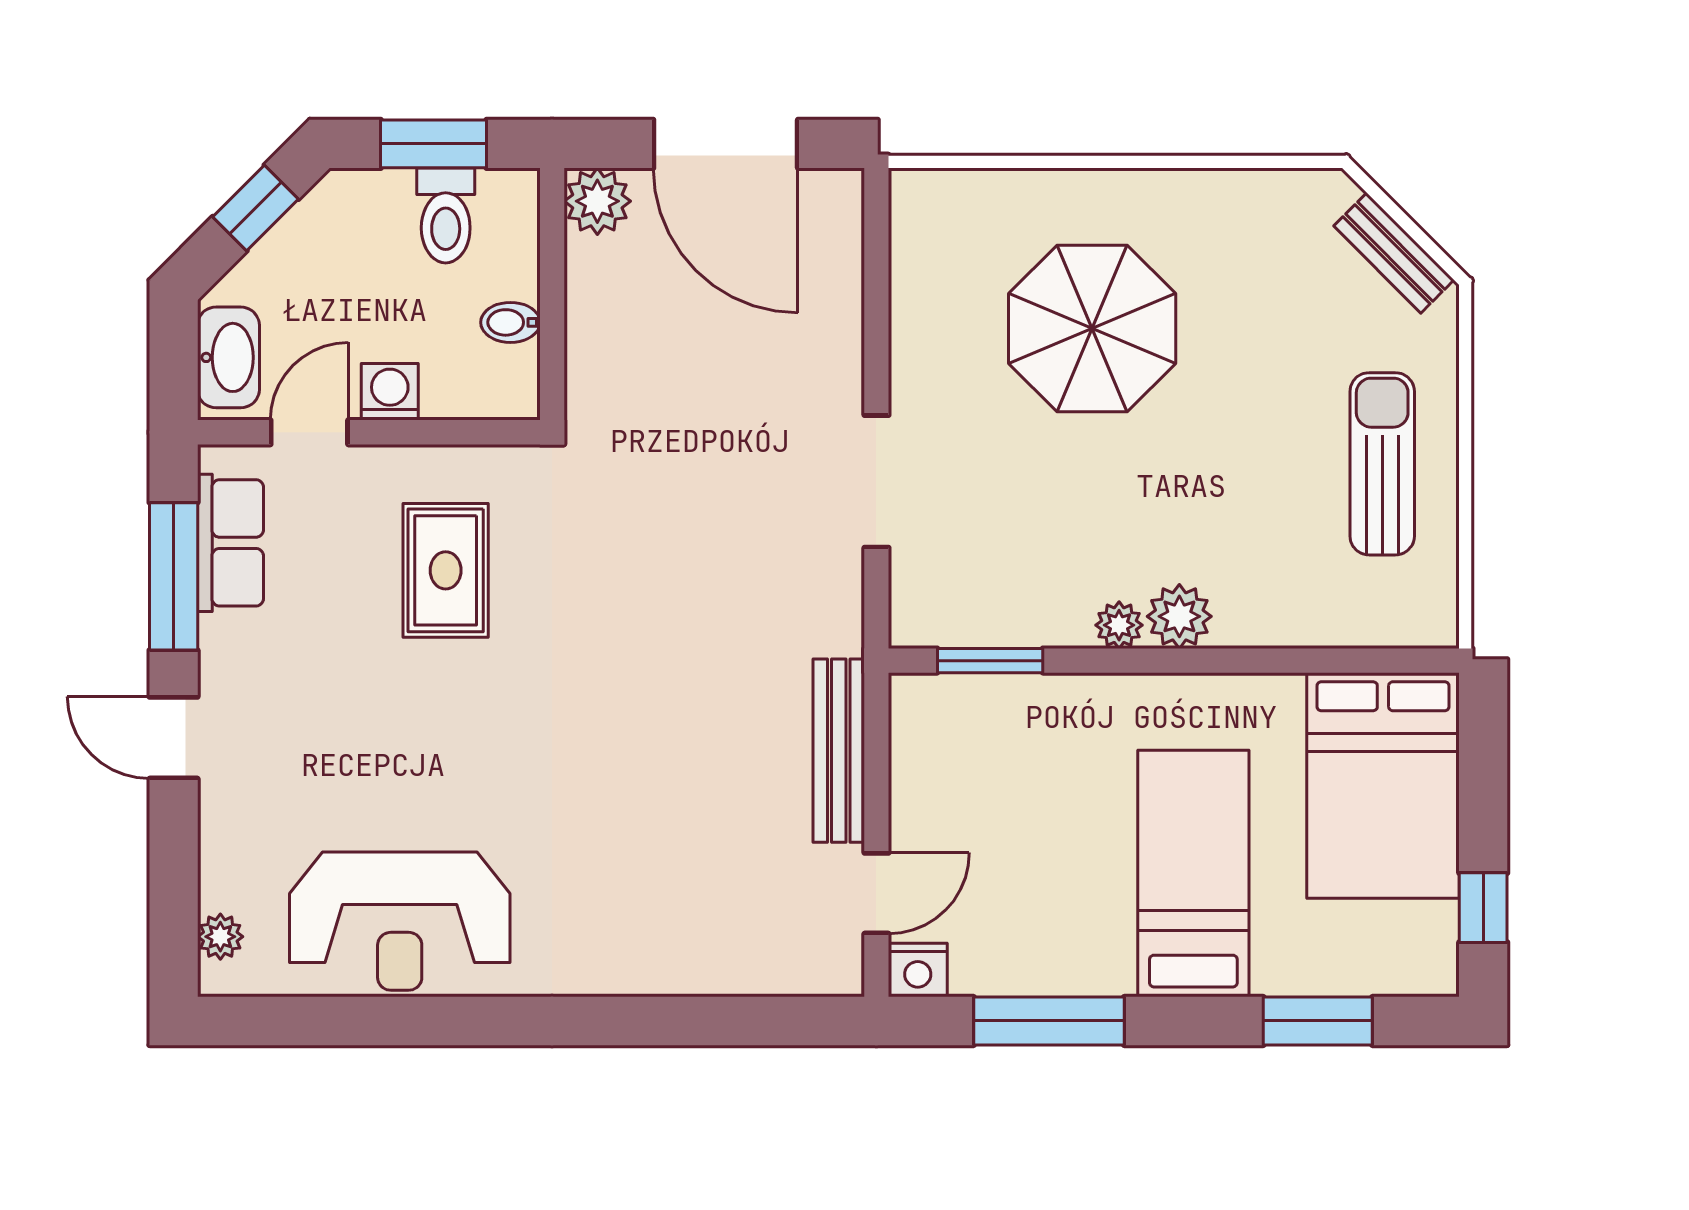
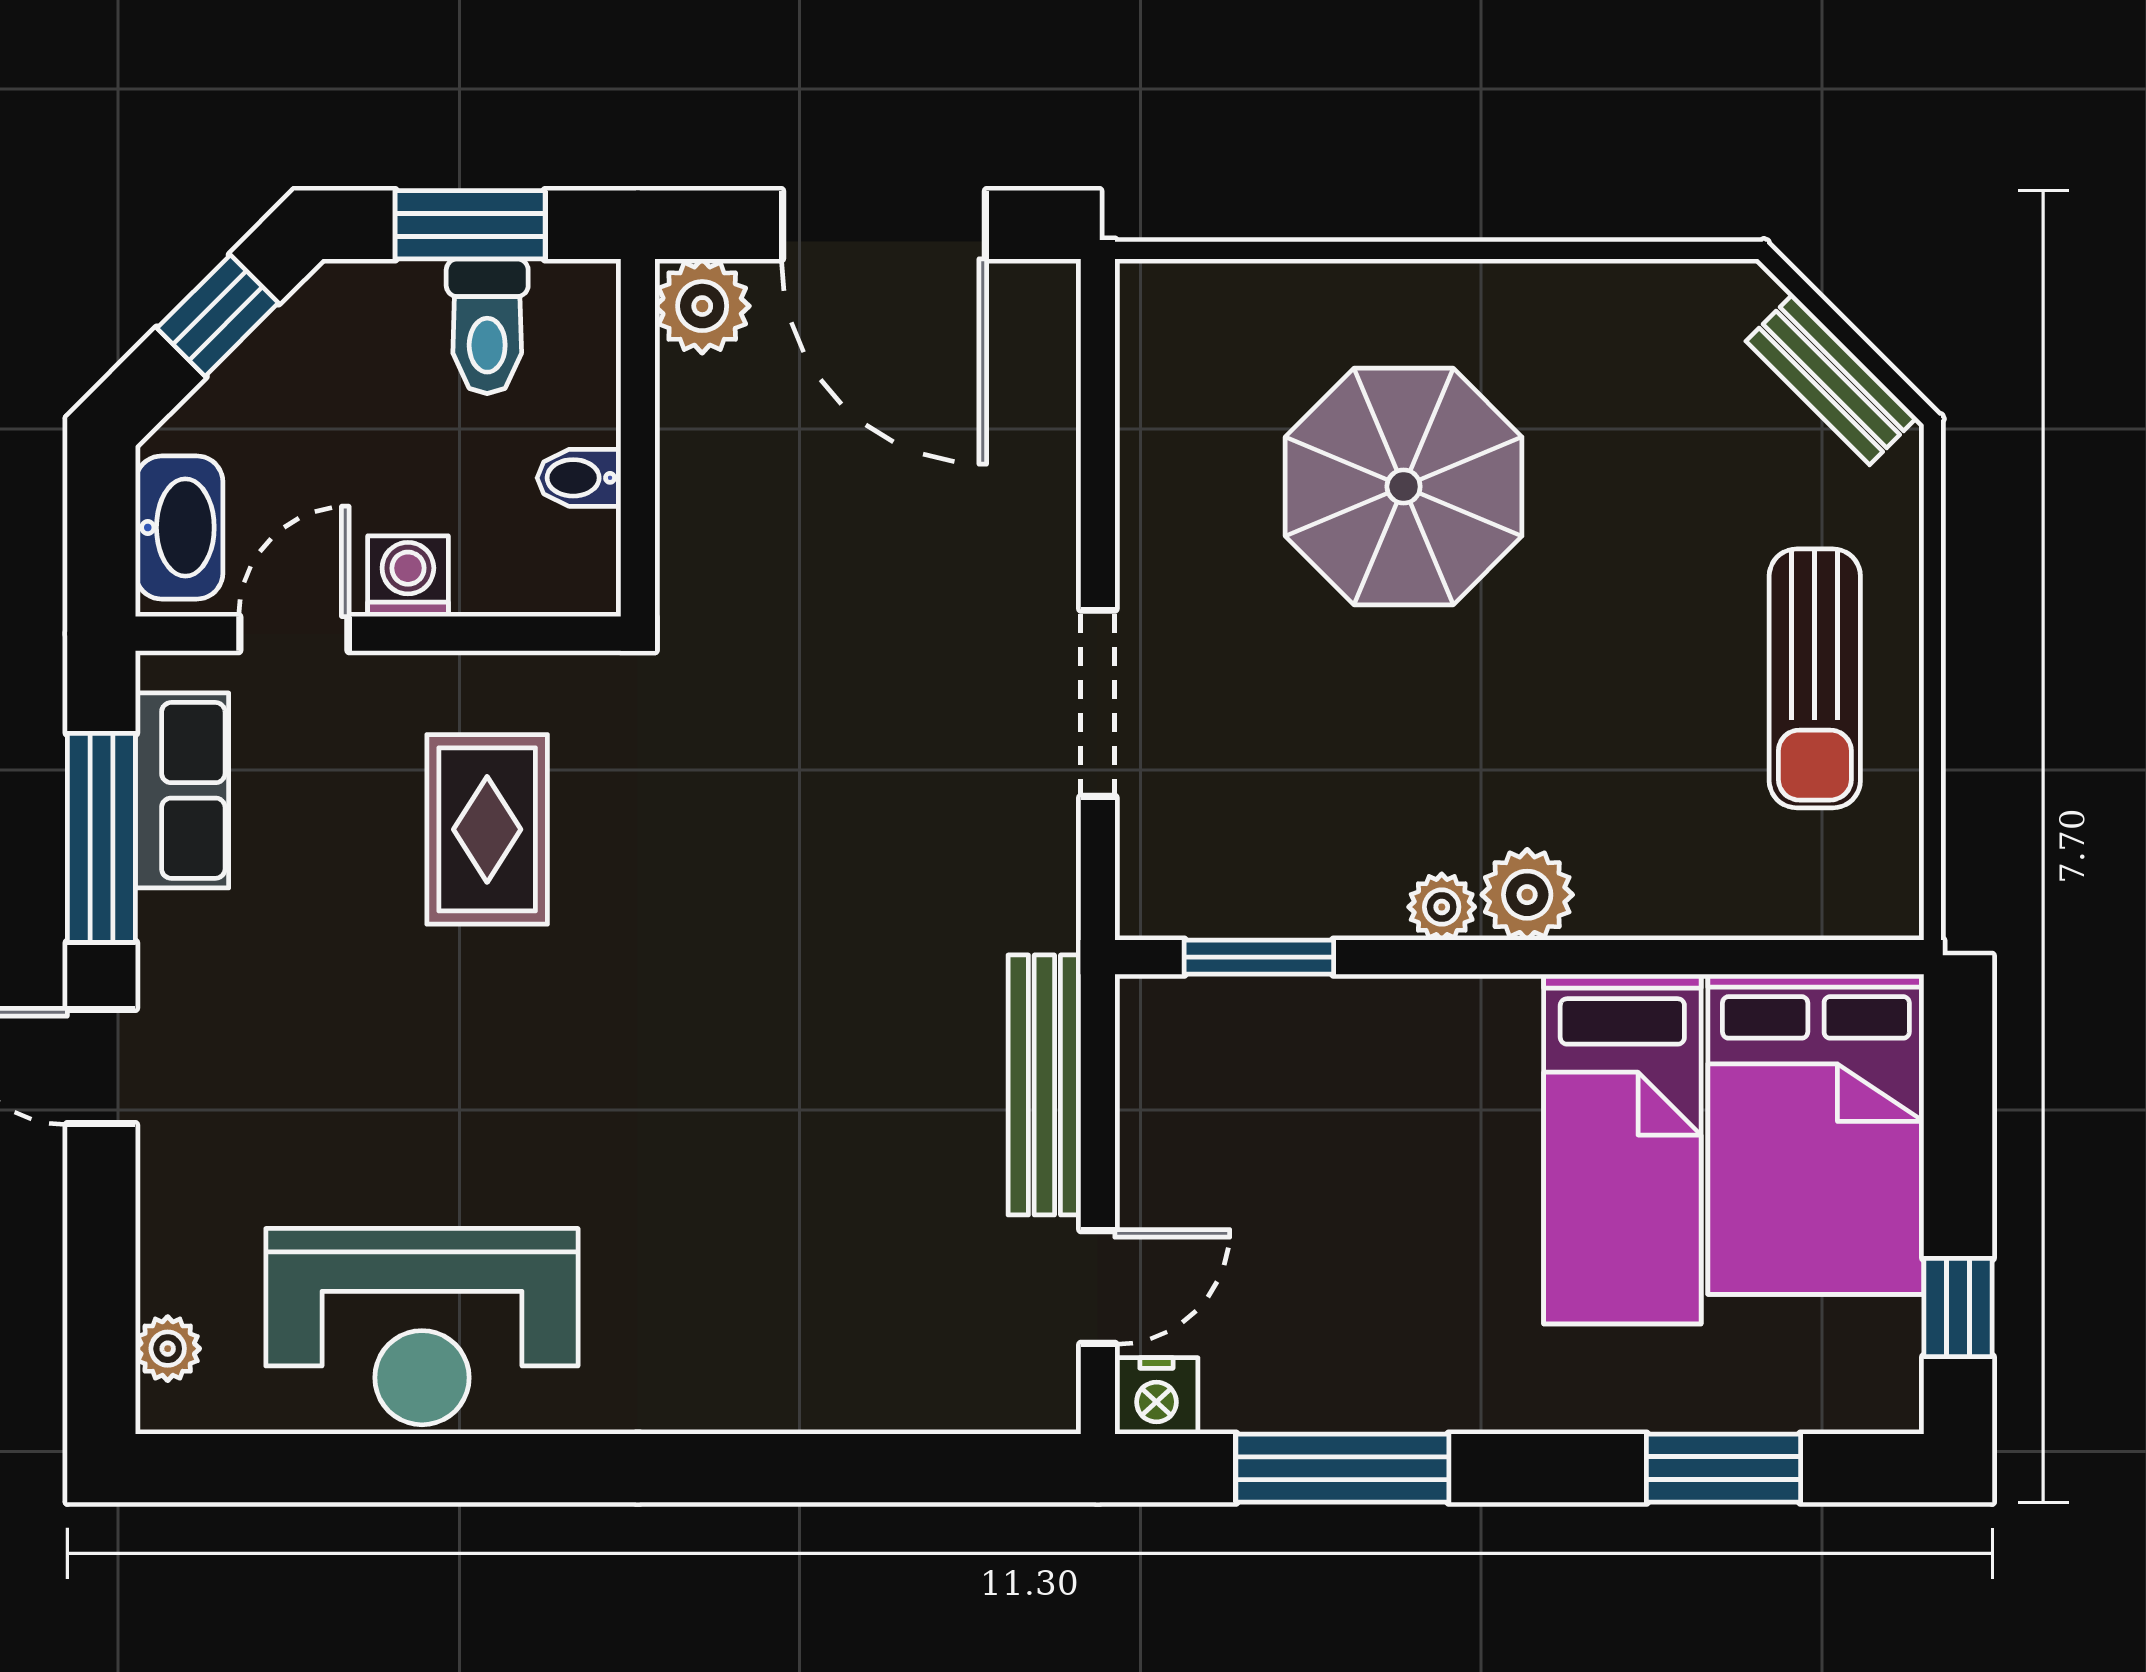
sun lounger: (1382, 464) -> (1815, 678), turned 180
bed: (1193, 874) -> (1622, 1149), moved, turned 180

